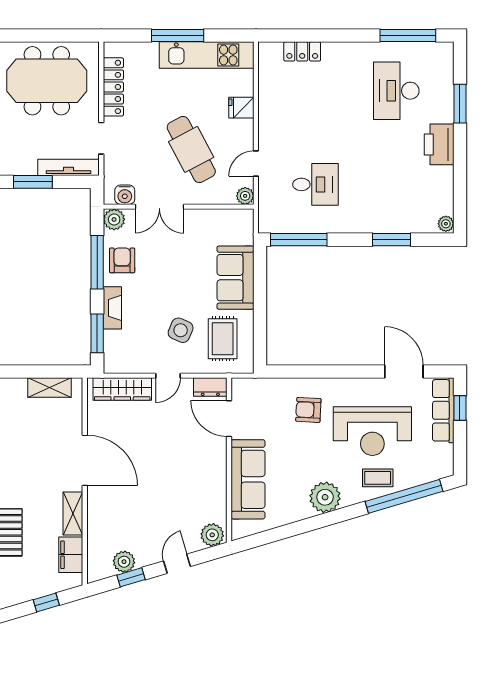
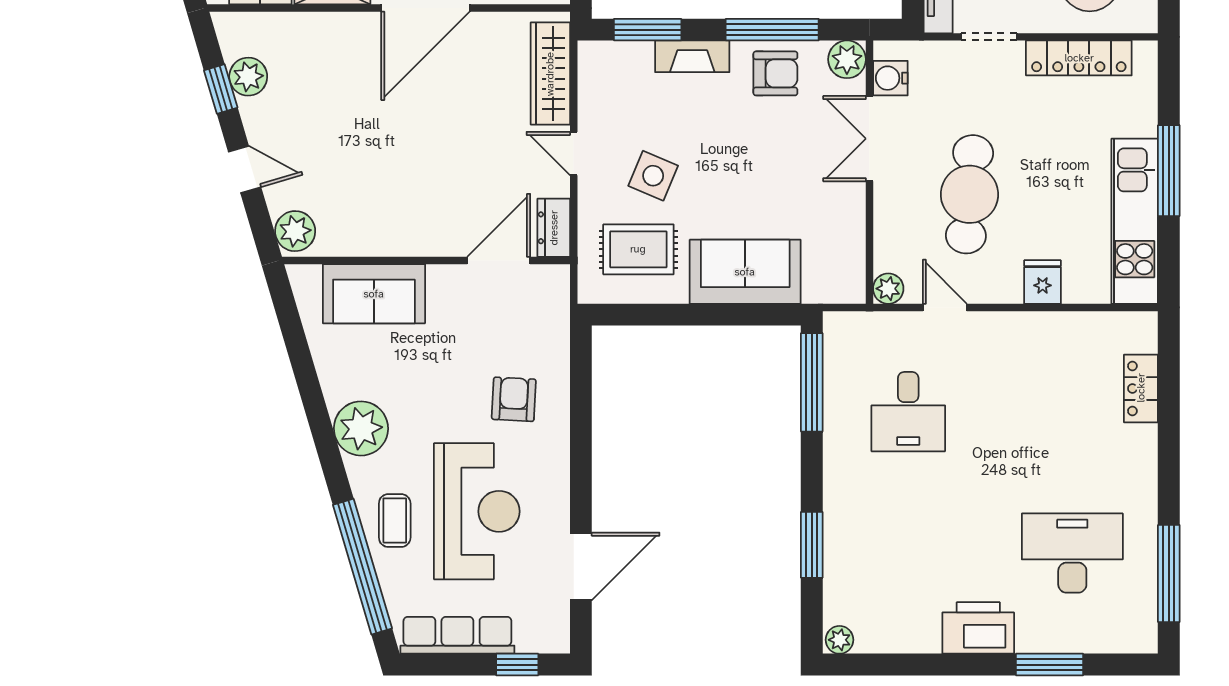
cafe table: (191, 149) -> (969, 194), turned -57
row of seats: (443, 410) -> (457, 635), moved
reception desk: (372, 431) -> (477, 511), turned 180
sofa: (248, 479) -> (374, 294), width x0.73

